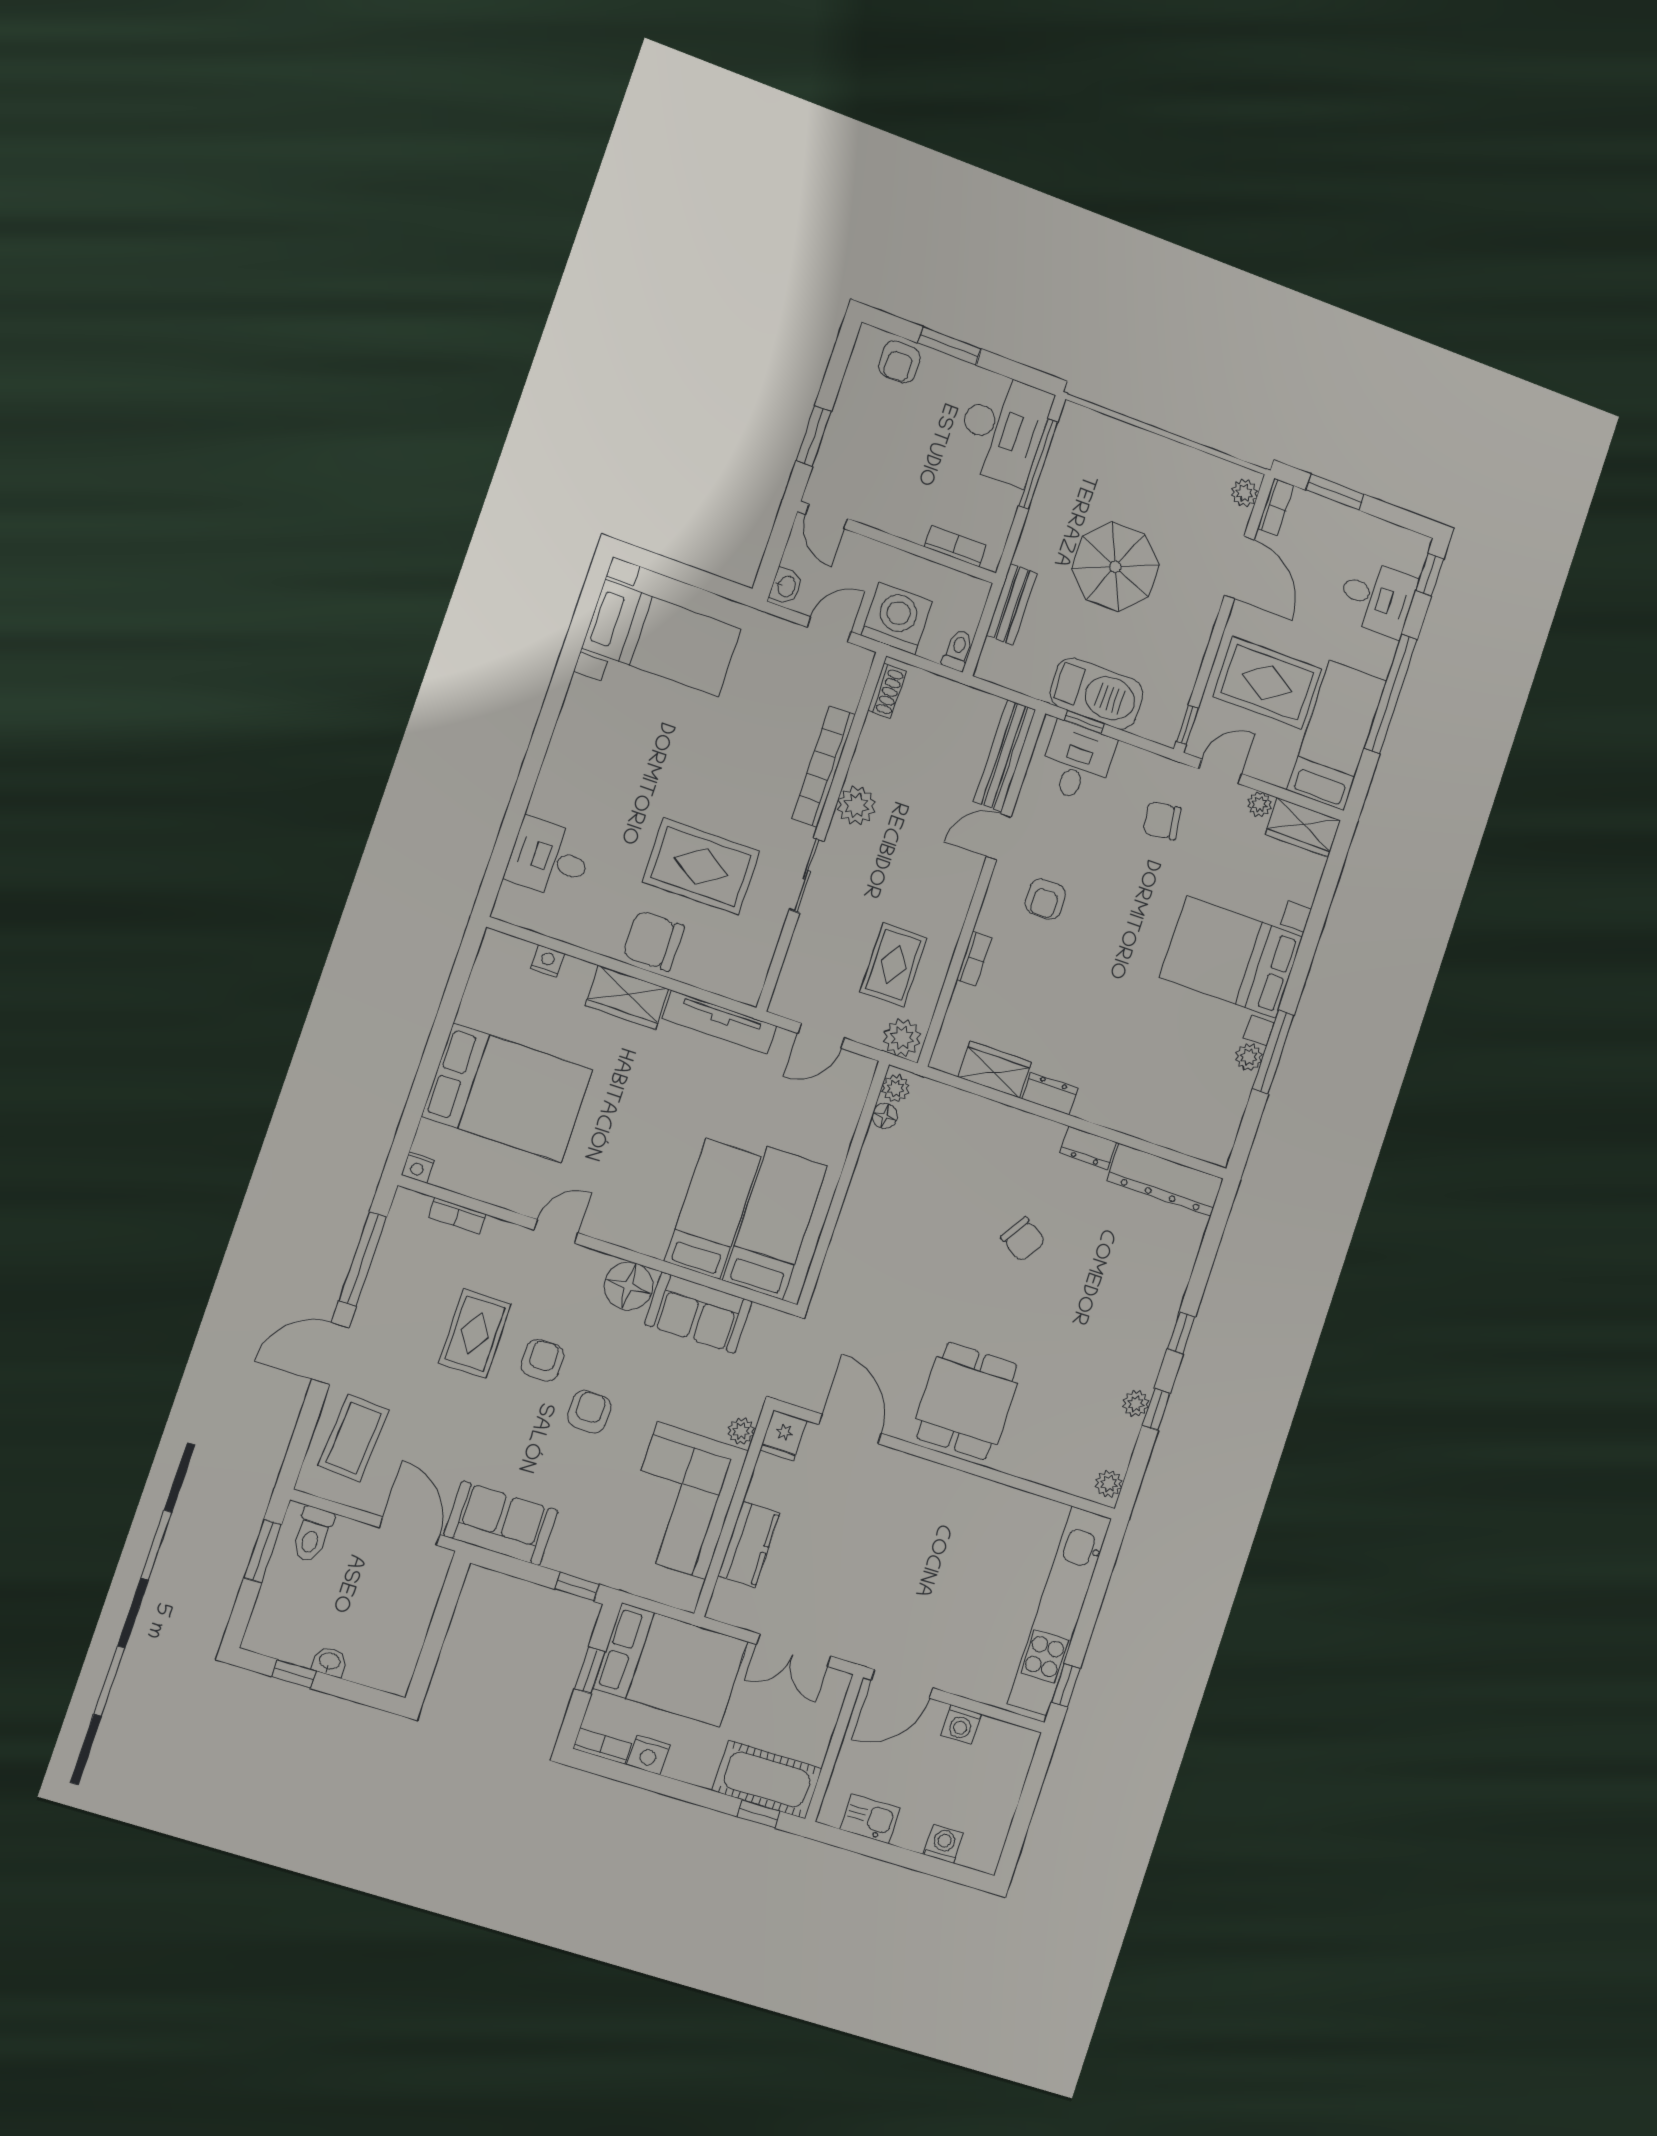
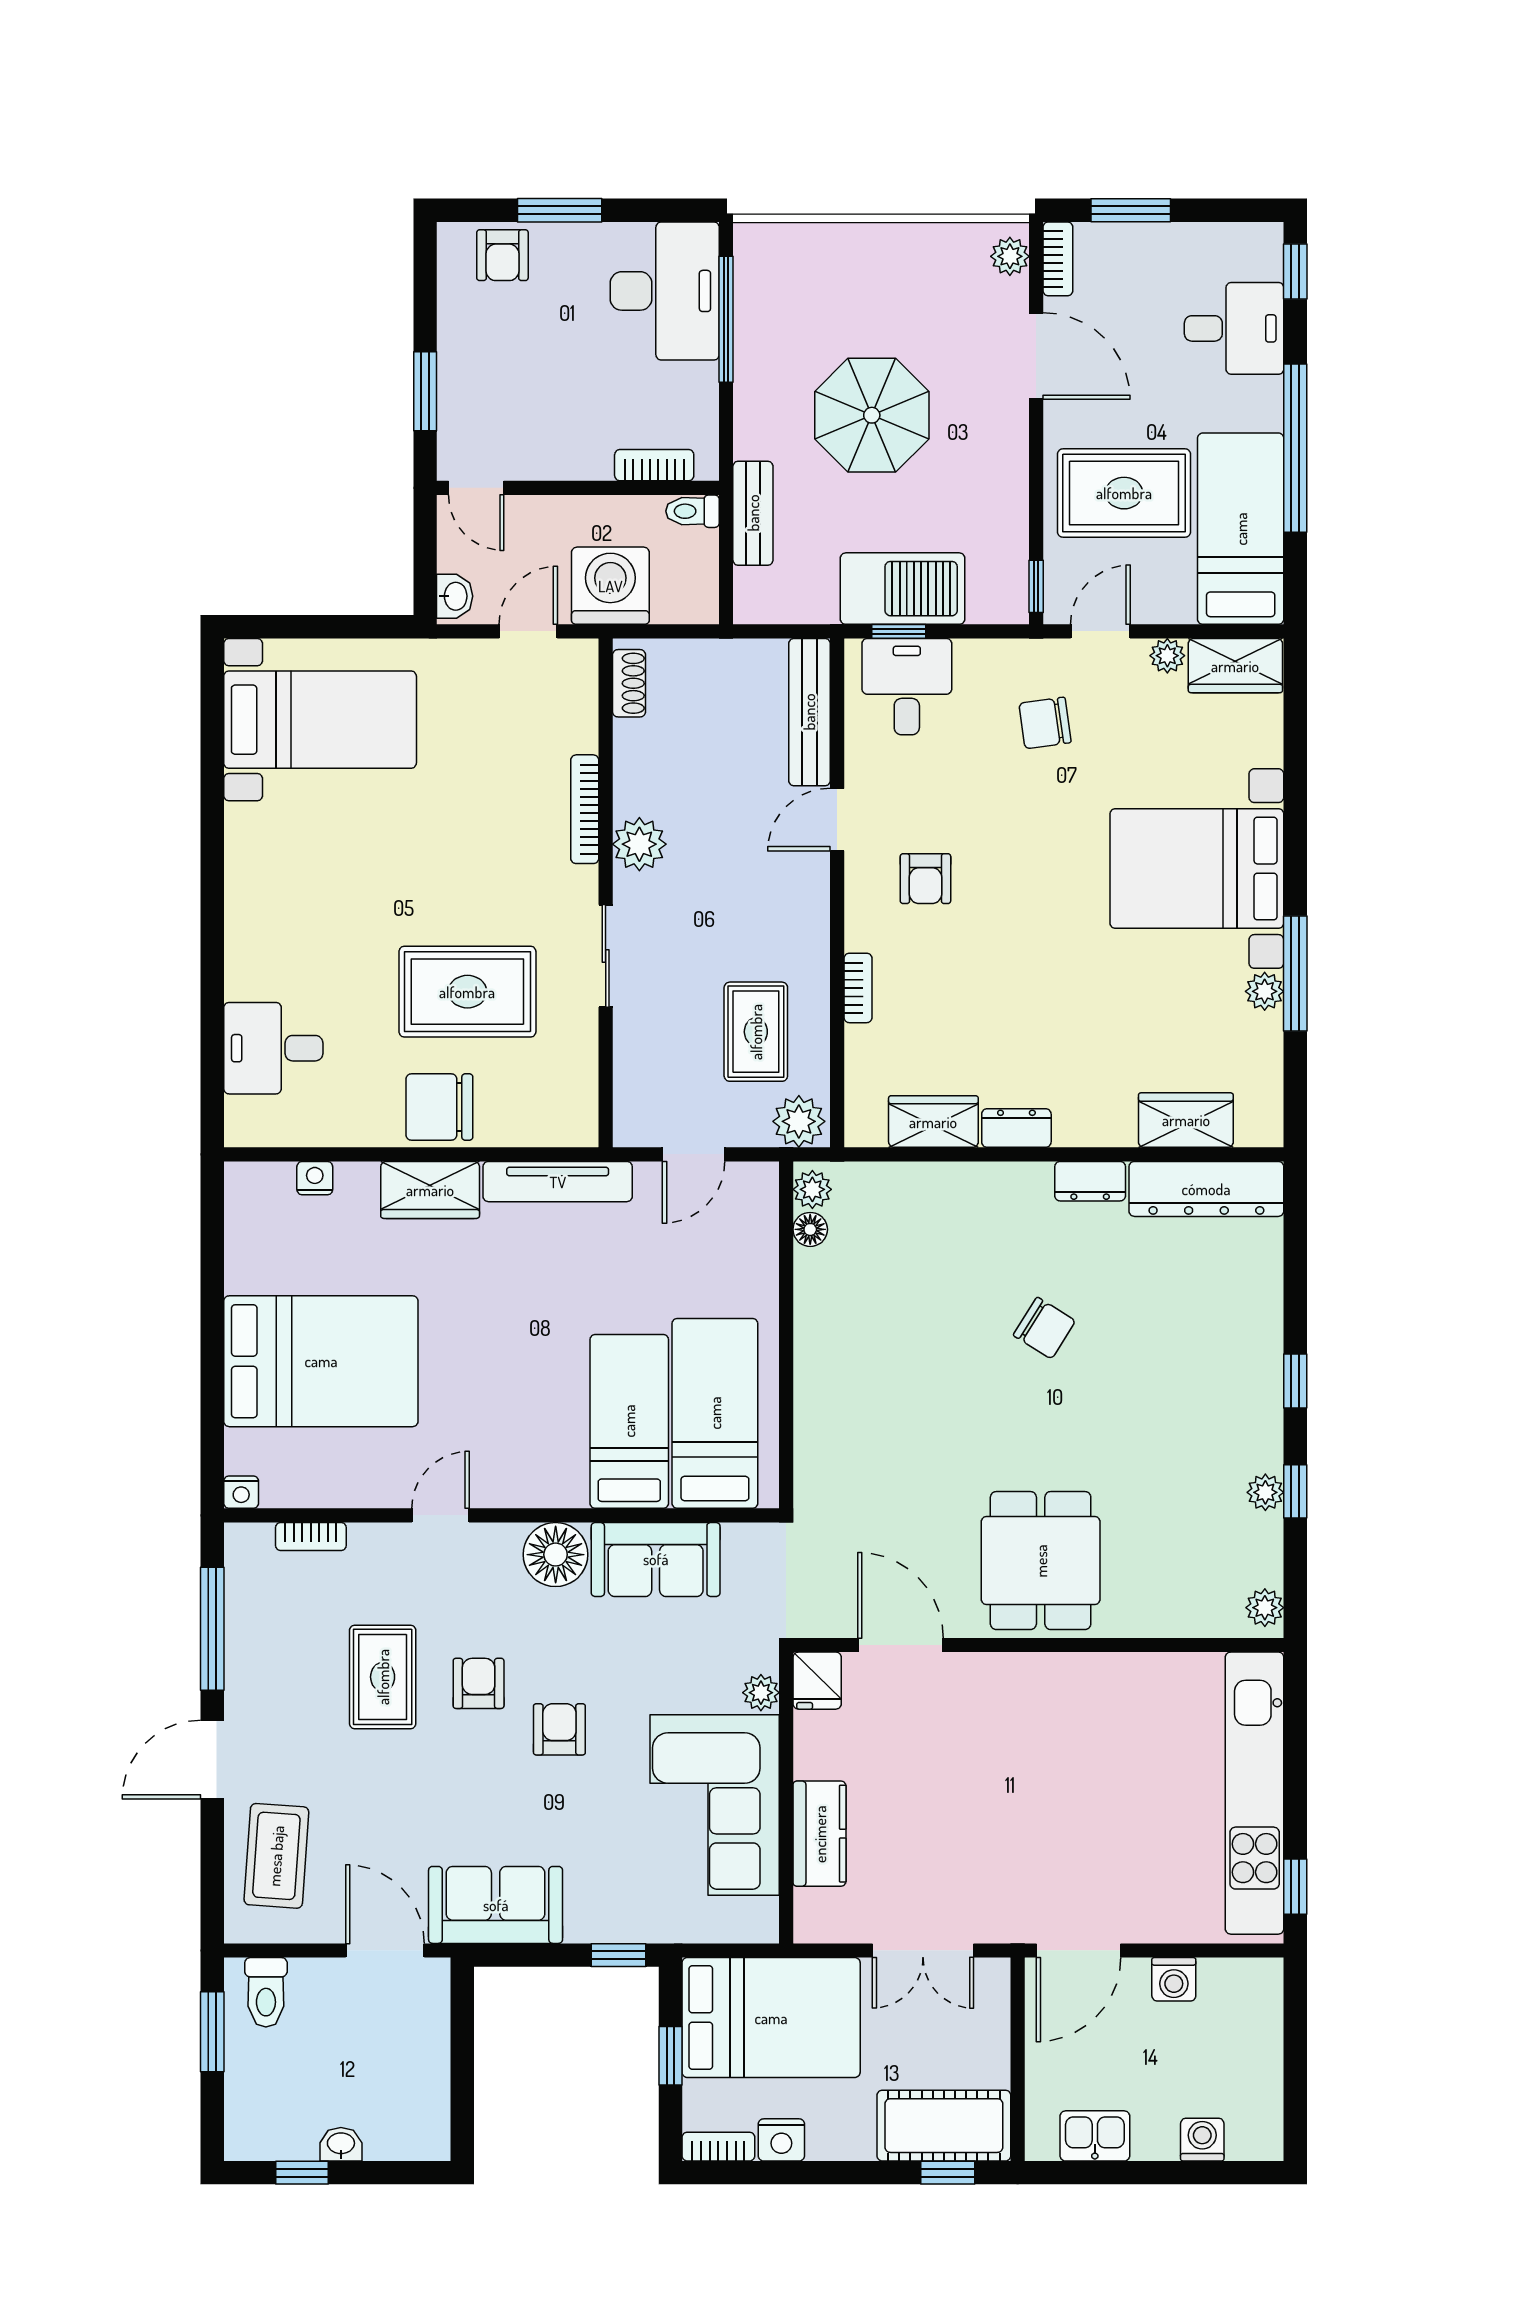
toilet: (958, 650) -> (692, 511), moved, turned -90
bookcase: (824, 767) -> (585, 809), width x0.68, depth x0.76
wardrobe: (1167, 1127) -> (1186, 1120), added

